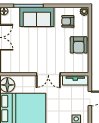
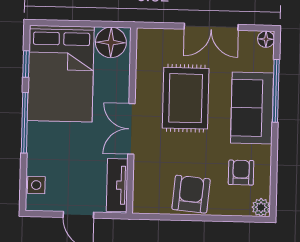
armchair: (79, 45) -> (191, 194), turned 95
rug: (33, 49) -> (186, 98), added

